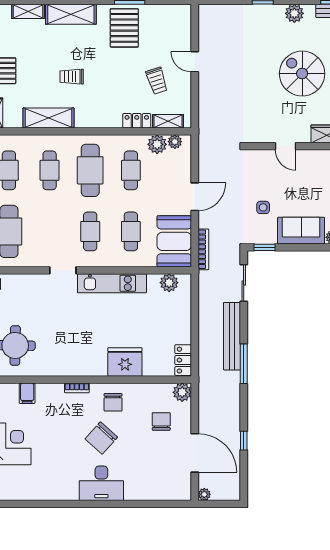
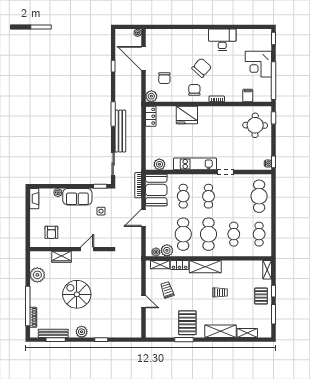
spiral stairs: (302, 74) -> (77, 294), turned 180
shelving: (49, 118) -> (205, 267), moved
door: (286, 146) -> (87, 249), hinge flipped
cafe table: (131, 170) -> (183, 234), width x1.37, depth x1.35
desk: (101, 483) -> (222, 40), moved

